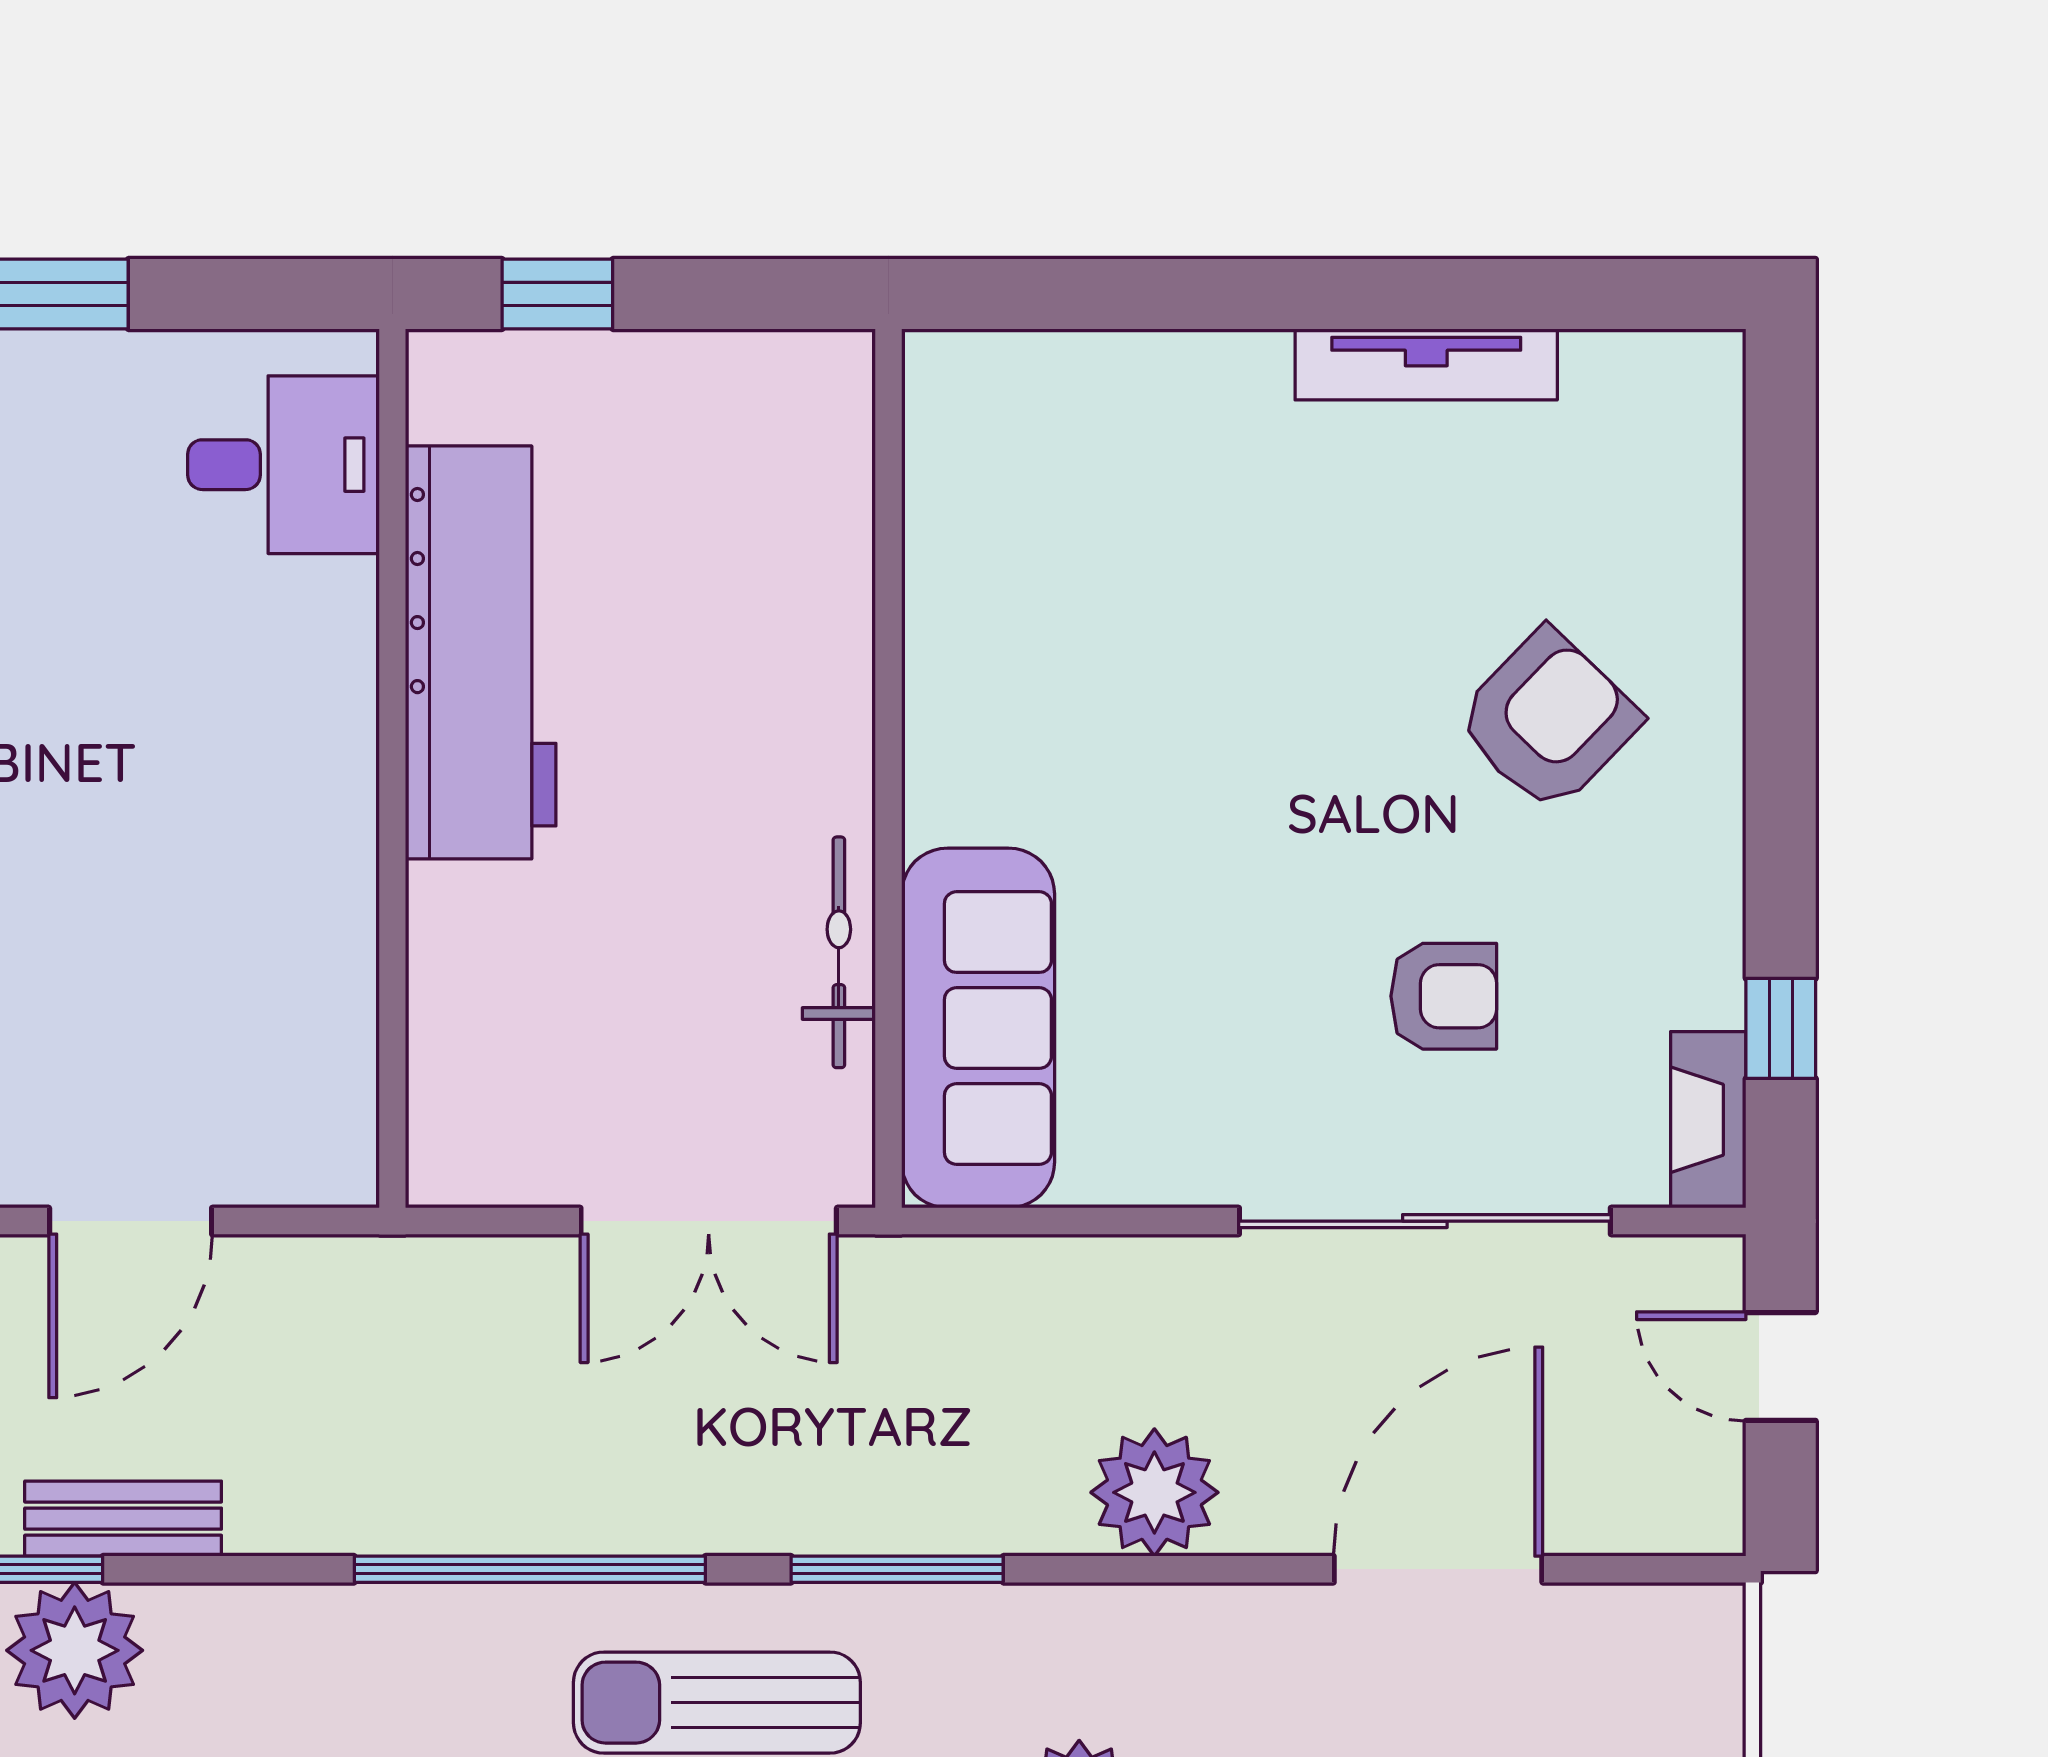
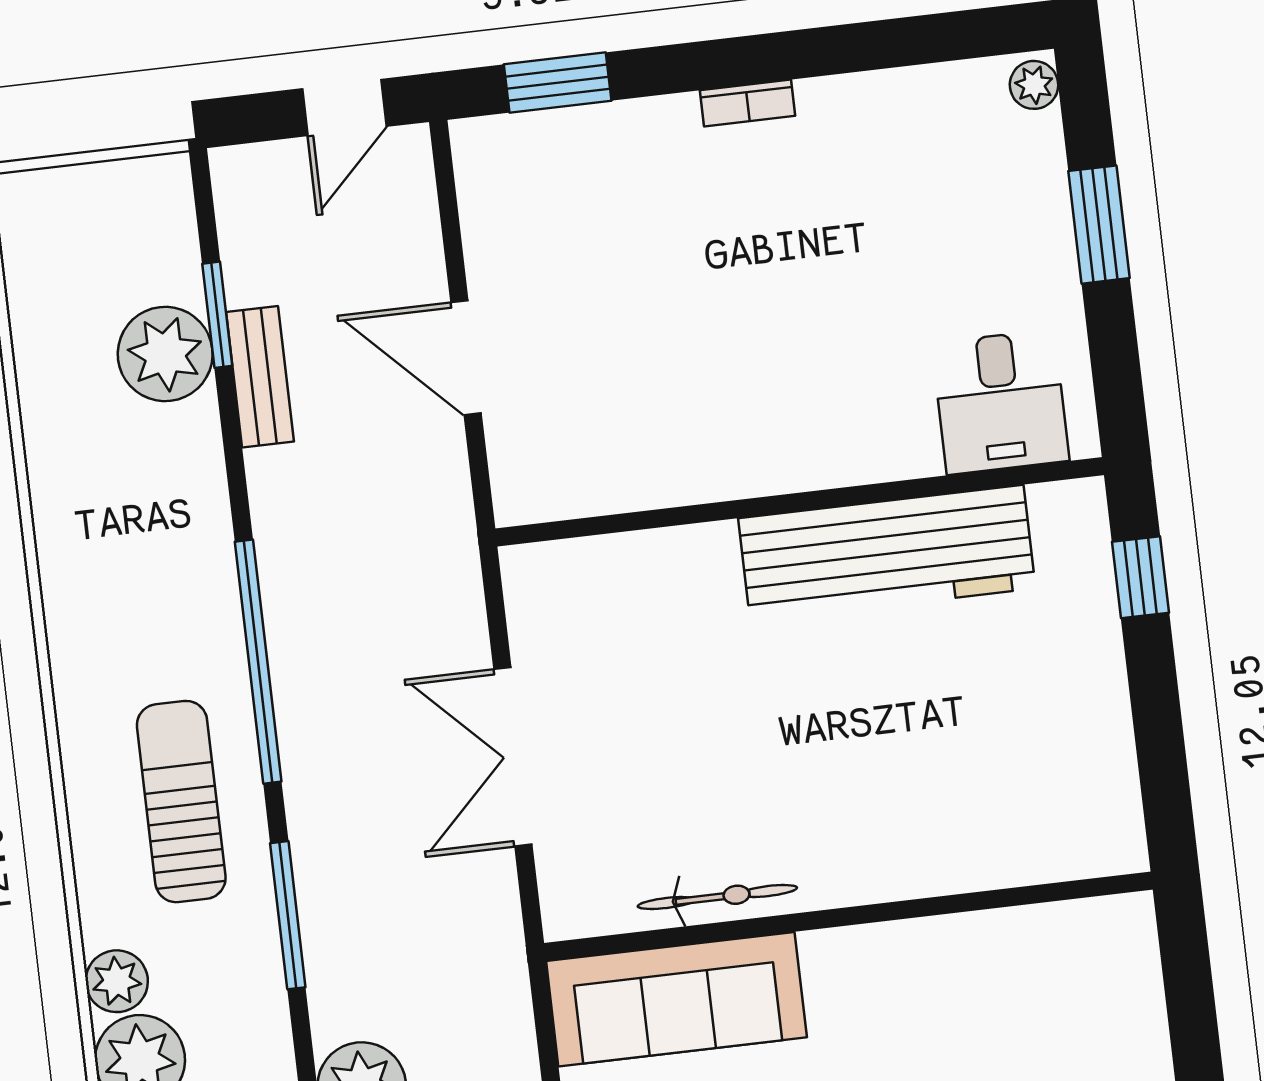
wall: (888, 768) -> (848, 916), moved
bicycle: (839, 952) -> (717, 897), moved
sofa: (978, 1028) -> (676, 999), moved

